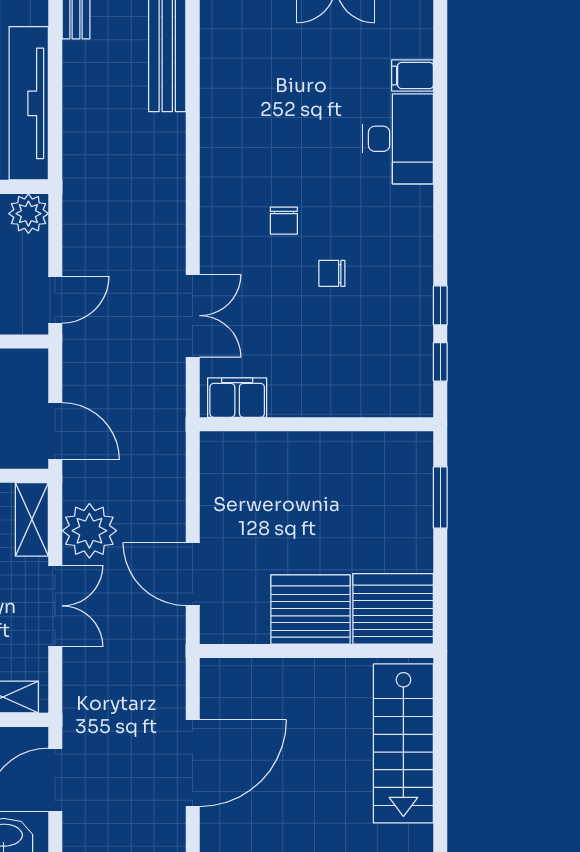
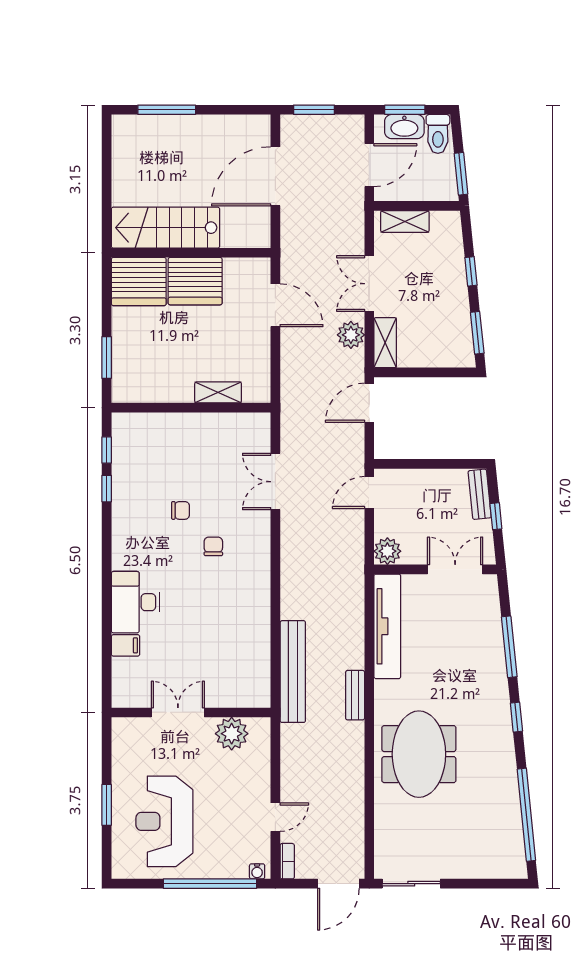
filing cabinet: (237, 398) -> (245, 426), removed
door: (55, 431) -> (369, 403), hinge flipped
shelving: (277, 446) -> (218, 392), added
plant: (89, 531) -> (351, 335), width x0.73, depth x0.73
stairs: (403, 743) -> (165, 228), moved, turned -90

